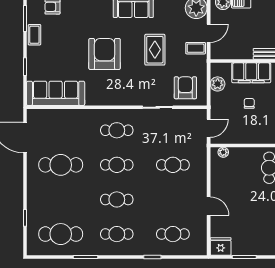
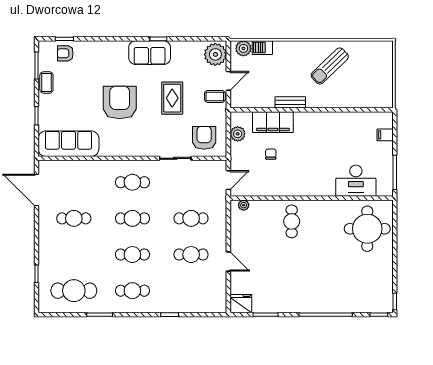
cafe table: (61, 165) -> (74, 218), width x0.73, depth x0.74
cafe table: (173, 234) -> (191, 255), moved

